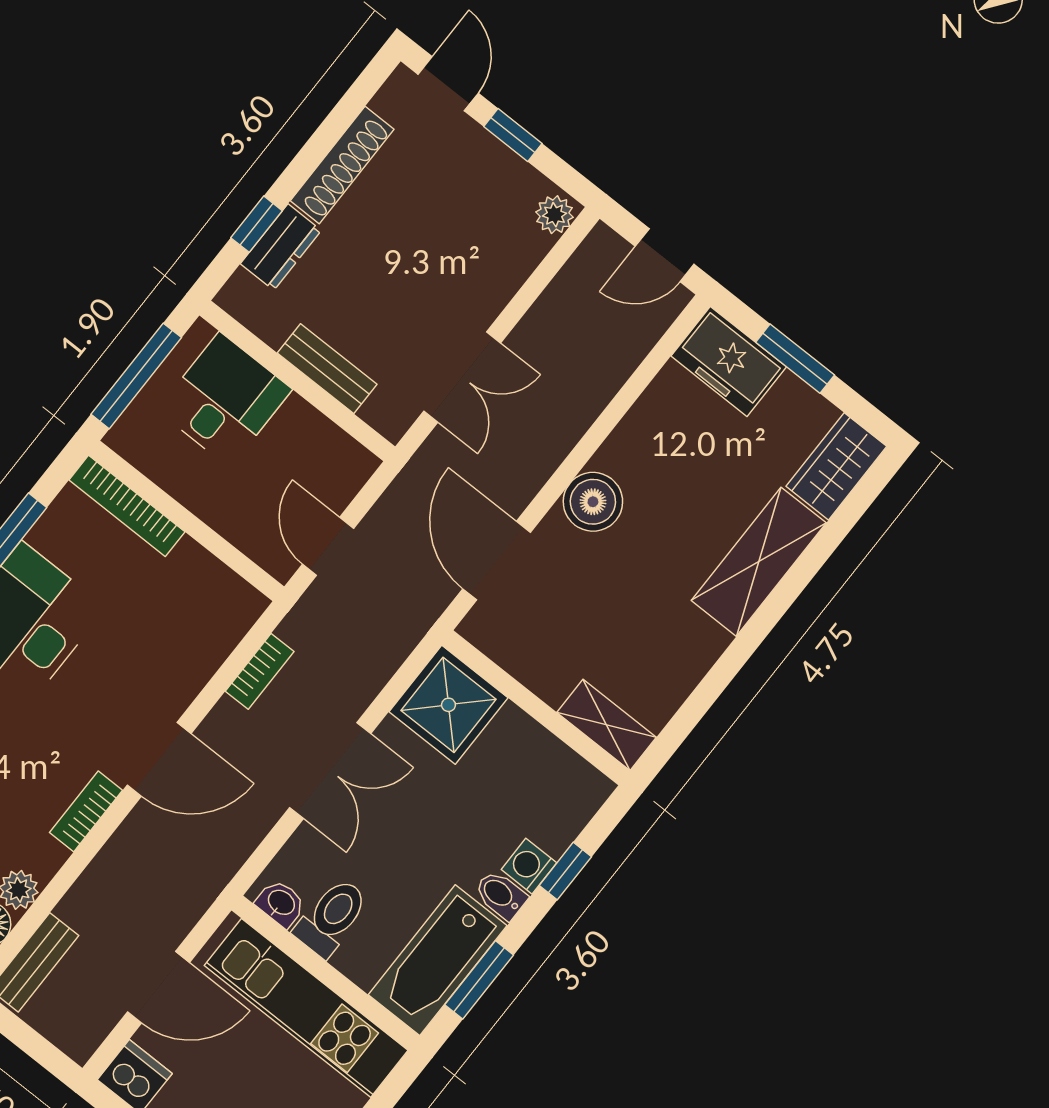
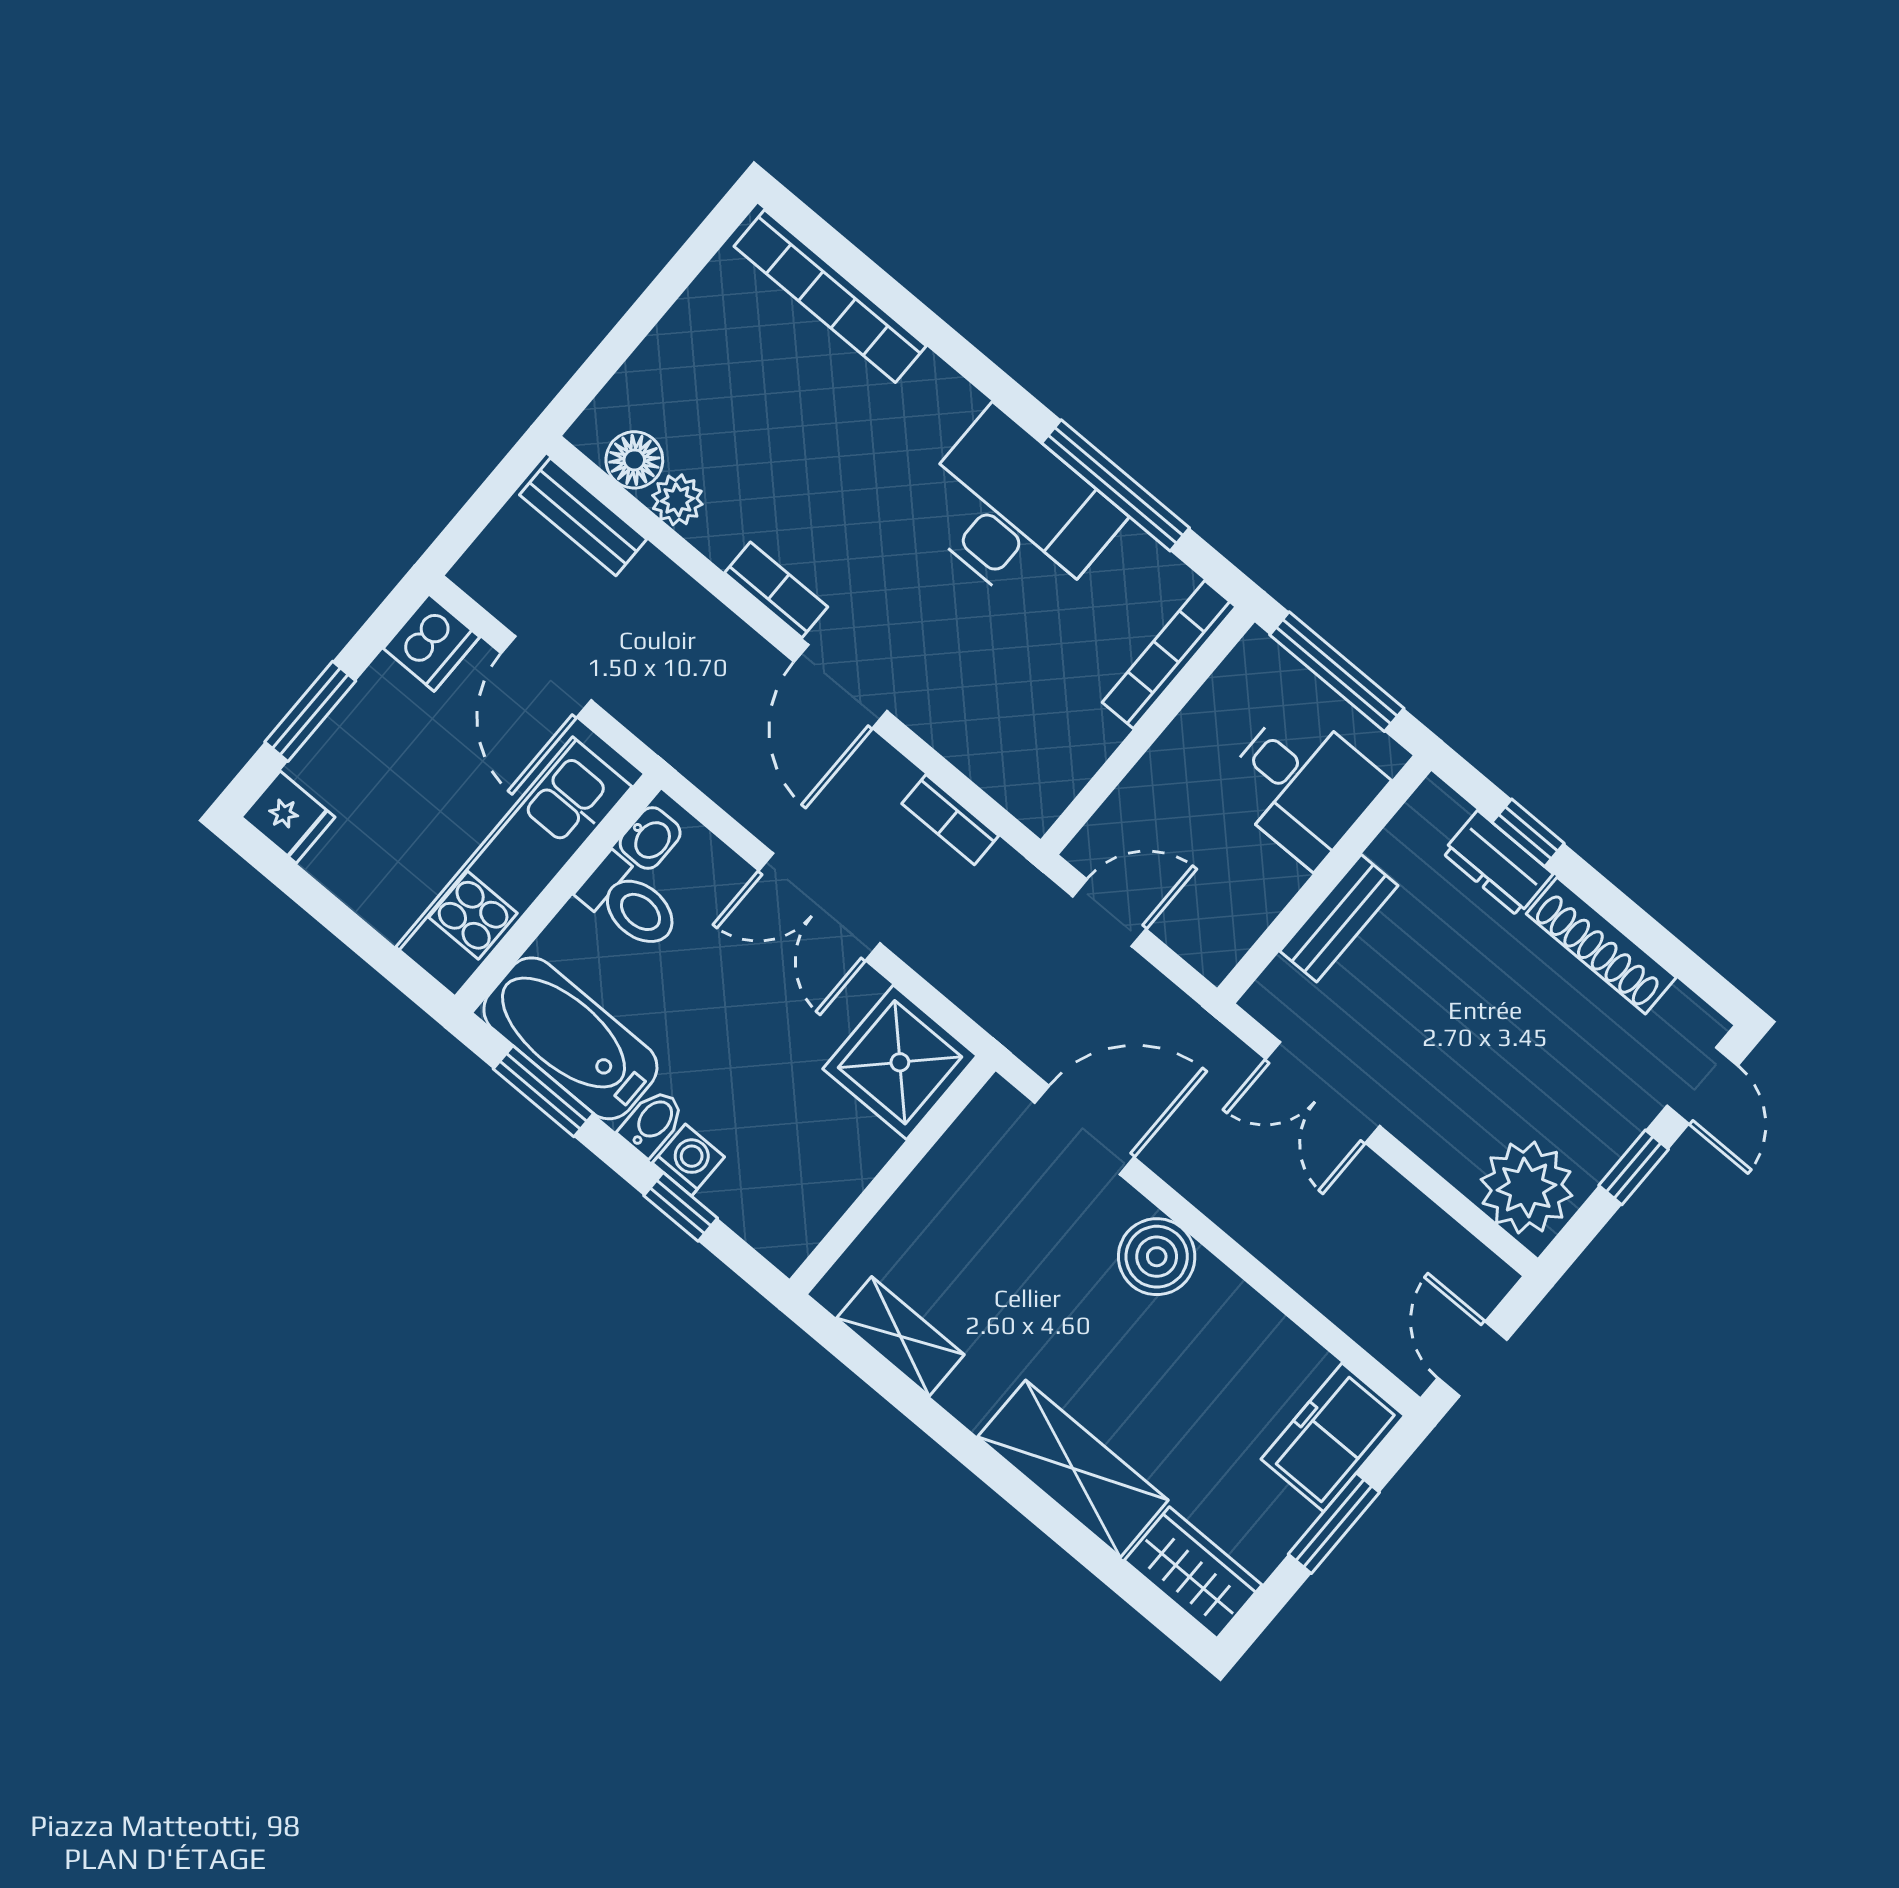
door: (448, 84) -> (1702, 1086), hinge flipped
plant: (554, 215) -> (1526, 1188), width x1.88, depth x1.88
shelving: (606, 725) -> (900, 1336), moved, turned 90

